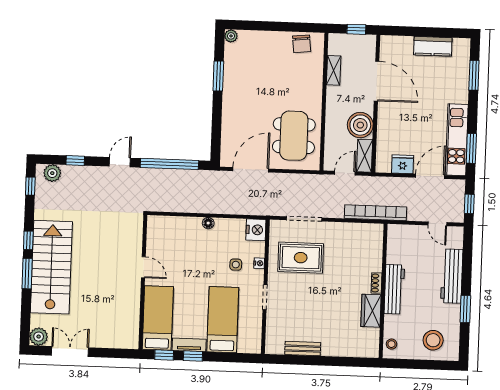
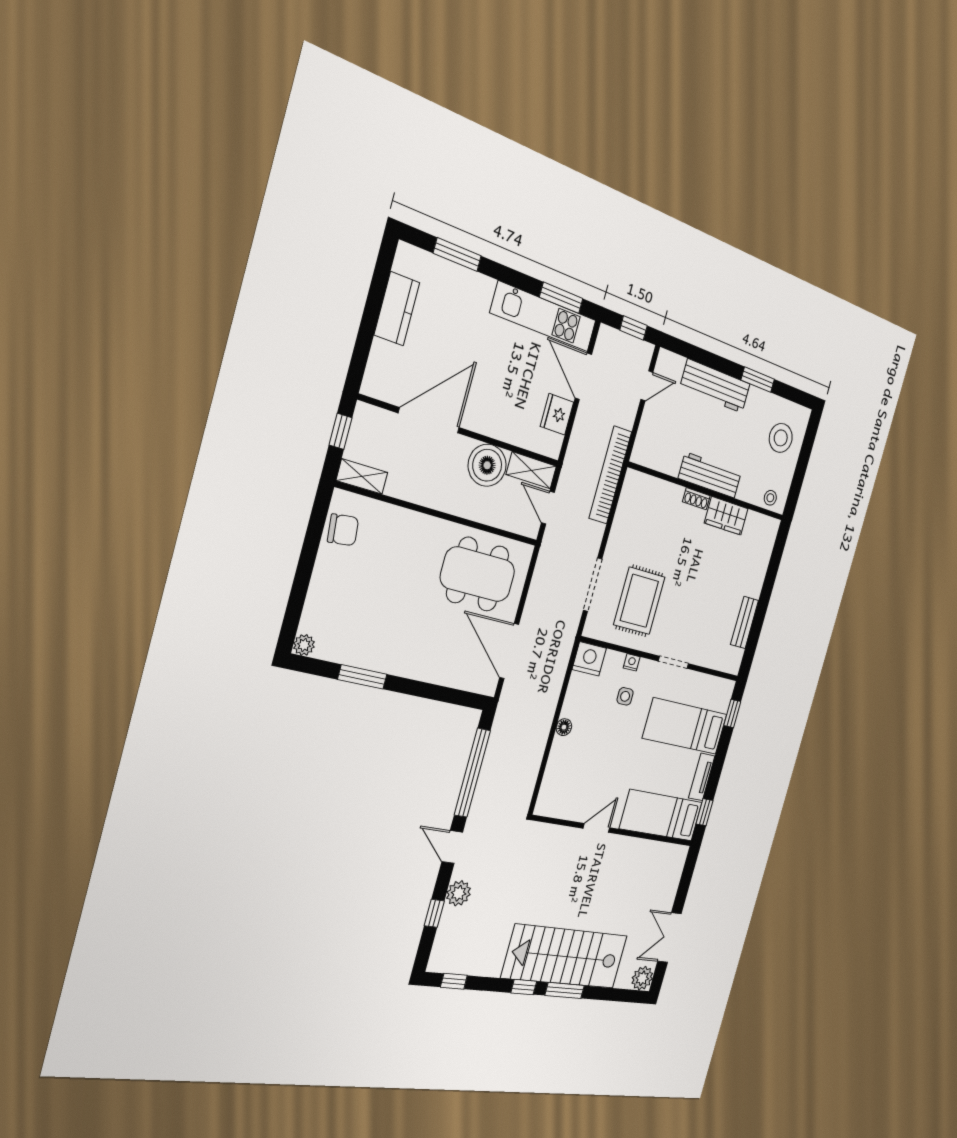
shelving: (334, 70) -> (362, 476), moved
plant: (52, 173) -> (459, 893), moved
window: (193, 356) -> (732, 713), moved

